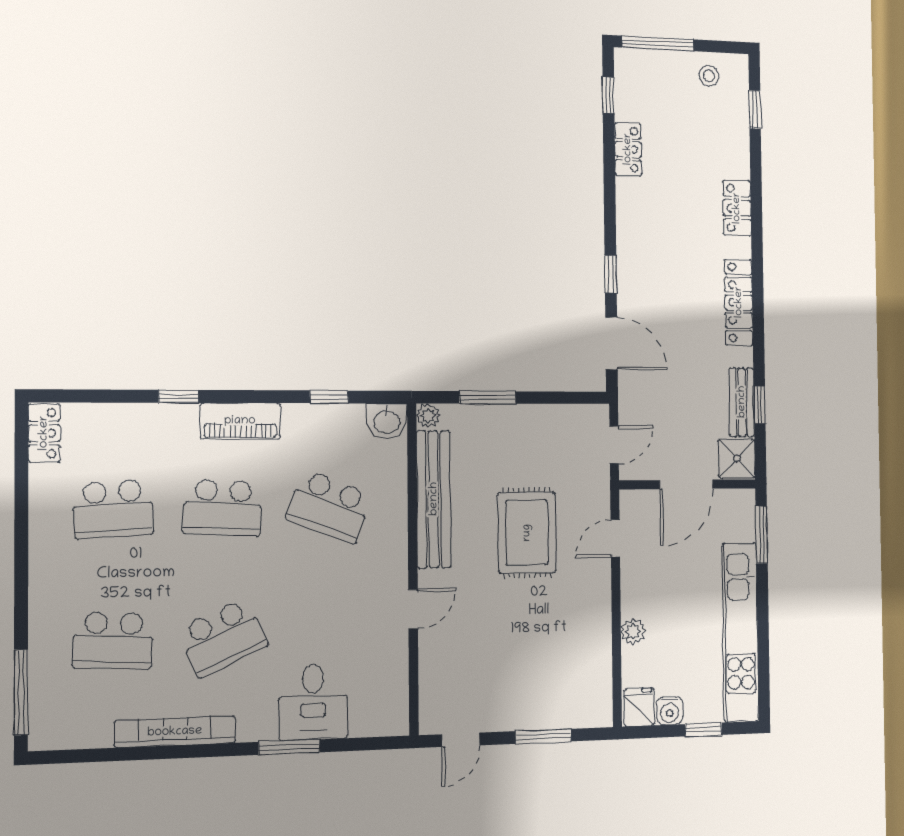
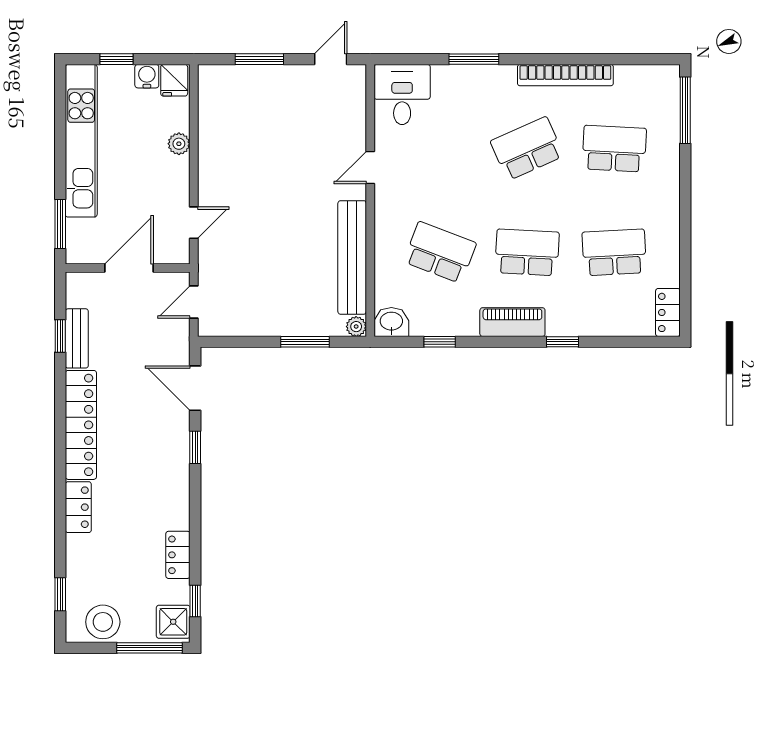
stool: (709, 76) -> (103, 622), width x1.89, depth x1.89
locker: (739, 302) -> (81, 425), width x1.41, depth x1.21
shower: (737, 459) -> (173, 622), moved
rug: (527, 533) -> (272, 229), removed
desk: (313, 702) -> (402, 94), moved

